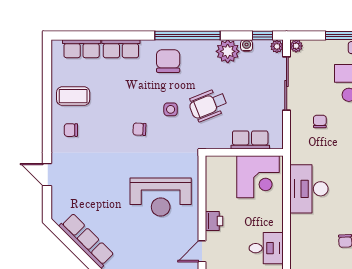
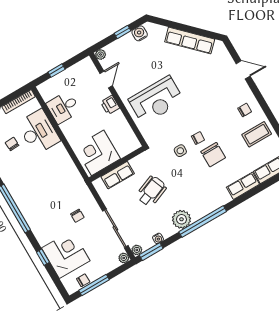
window: (262, 35) -> (151, 252), width x1.50
plant: (228, 51) -> (181, 219), moved
chair: (168, 61) -> (213, 155), moved
wheelchair: (208, 105) -> (151, 191), moved
side table: (171, 109) -> (180, 151), moved
desk: (309, 189) -> (38, 132), moved
reception desk: (161, 197) -> (156, 100), turned 180

